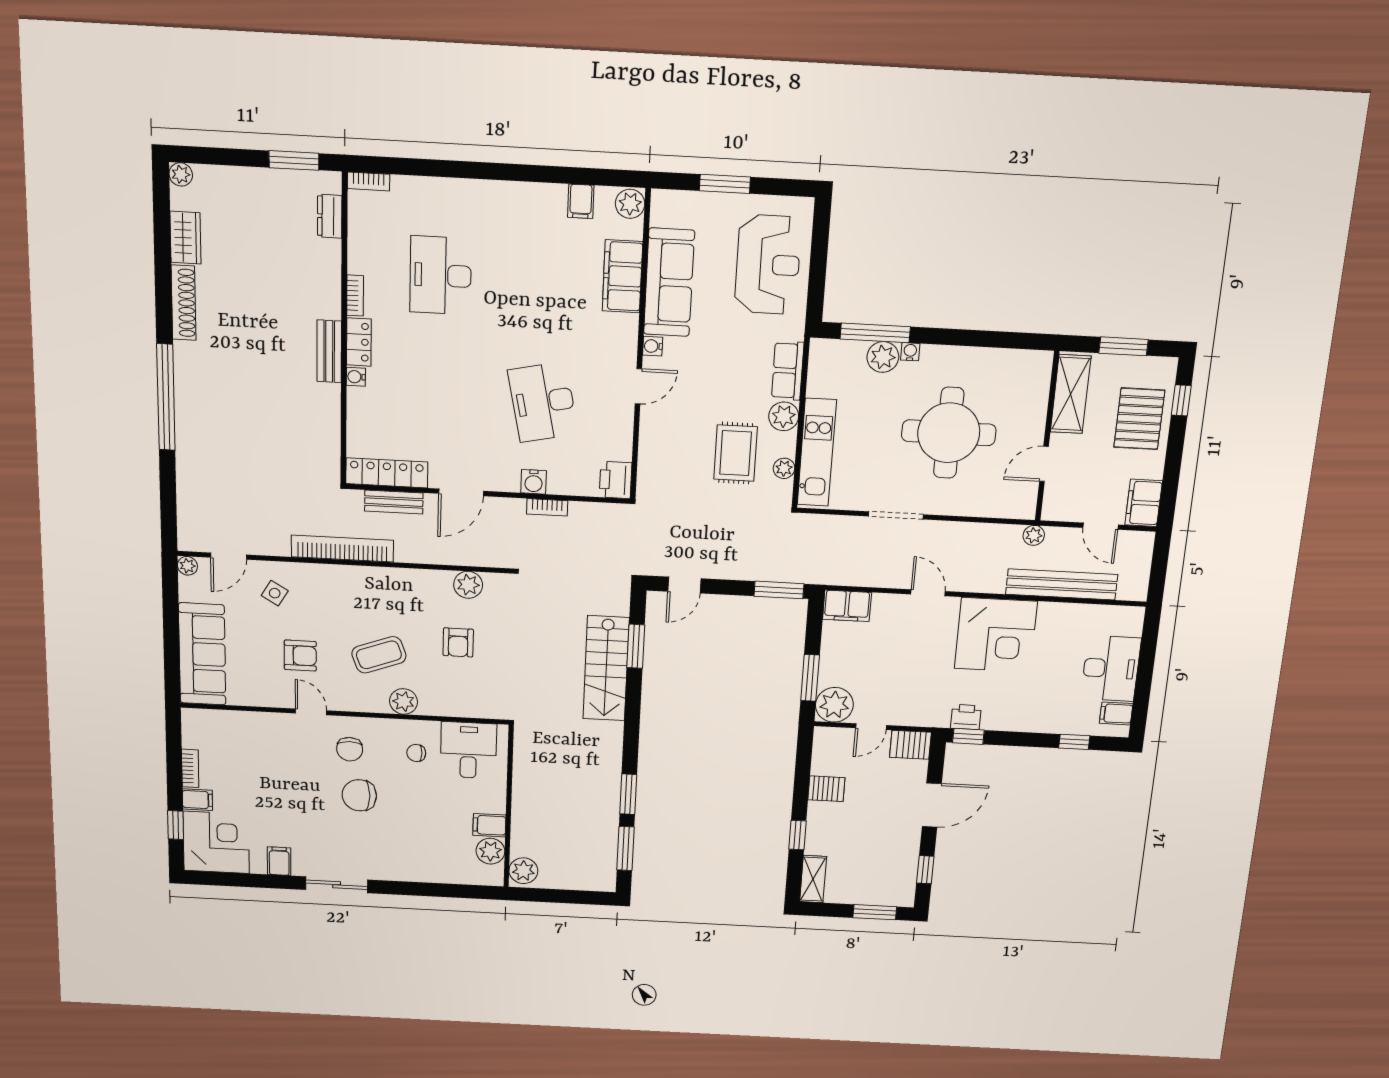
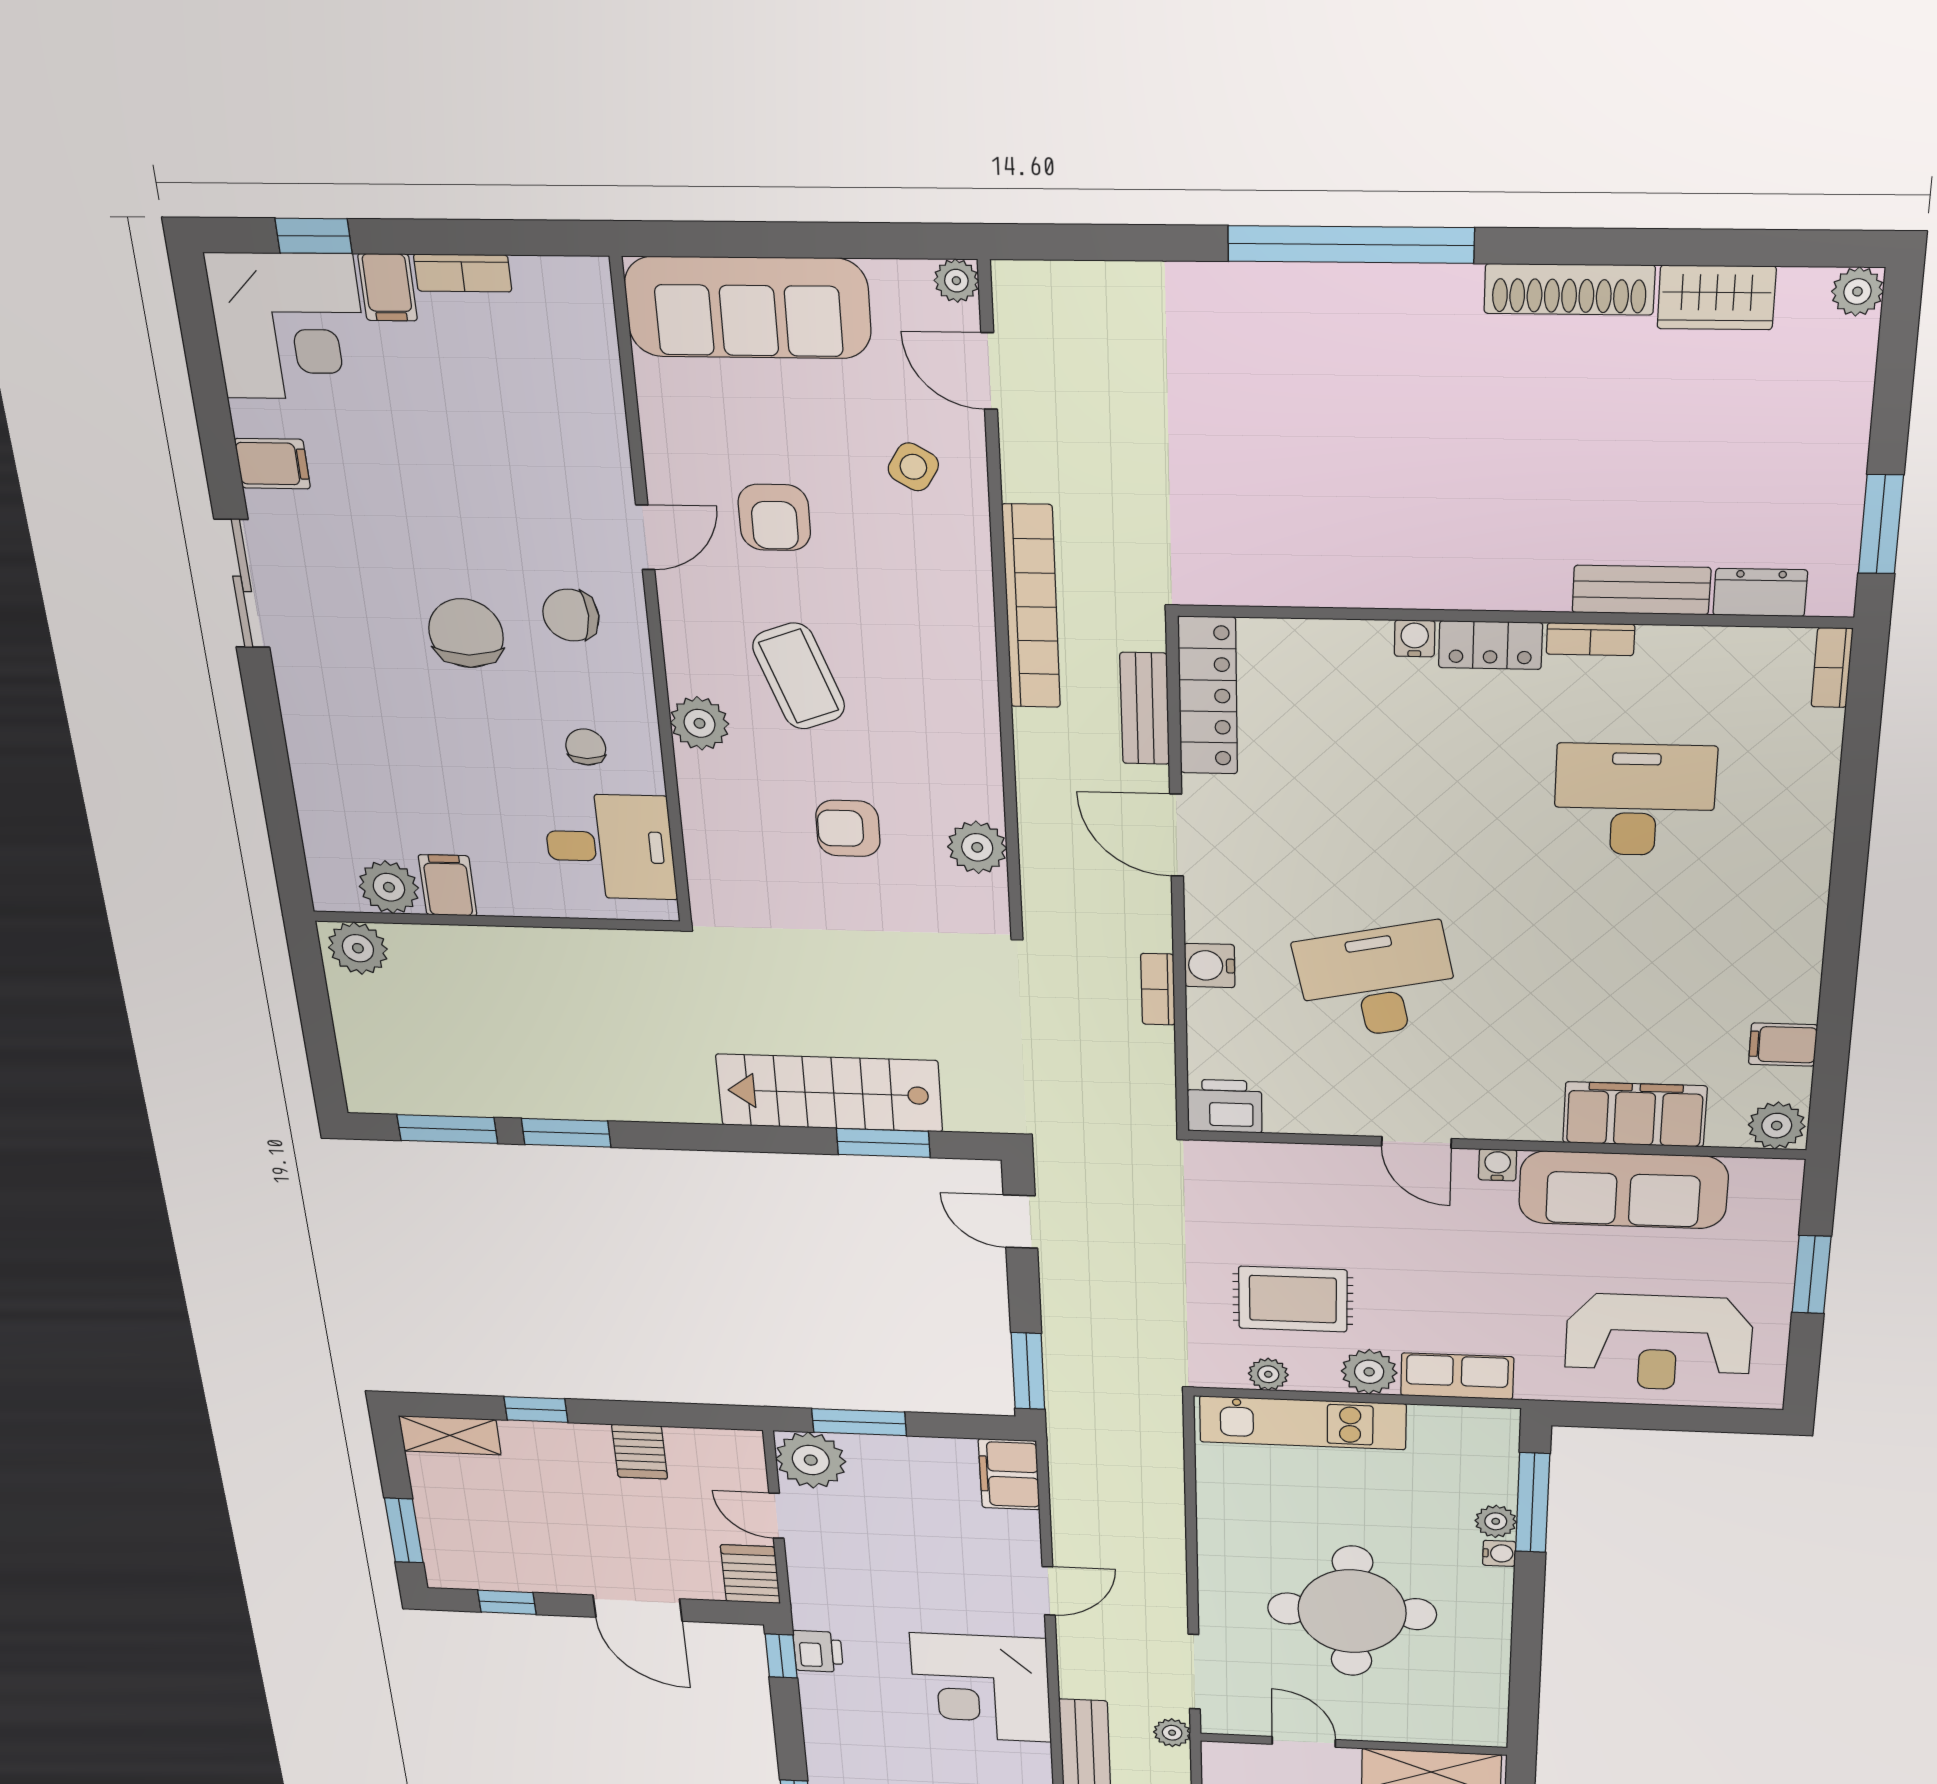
bench: (329, 351) -> (1641, 590), moved
plant: (883, 357) -> (1496, 1521), width x0.73, depth x0.73
doorway: (896, 515) -> (1194, 1672), moved

